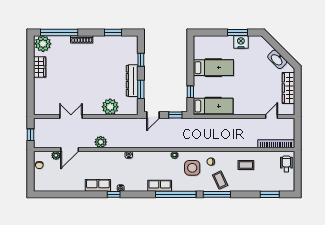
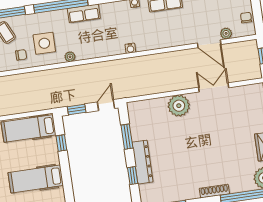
dresser: (132, 81) -> (142, 162), moved
plant: (110, 107) -> (179, 106), moved
double door: (71, 117) -> (214, 87), swing flipped
plant: (101, 142) -> (170, 60), removed
door: (70, 150) -> (209, 44), swing flipped

